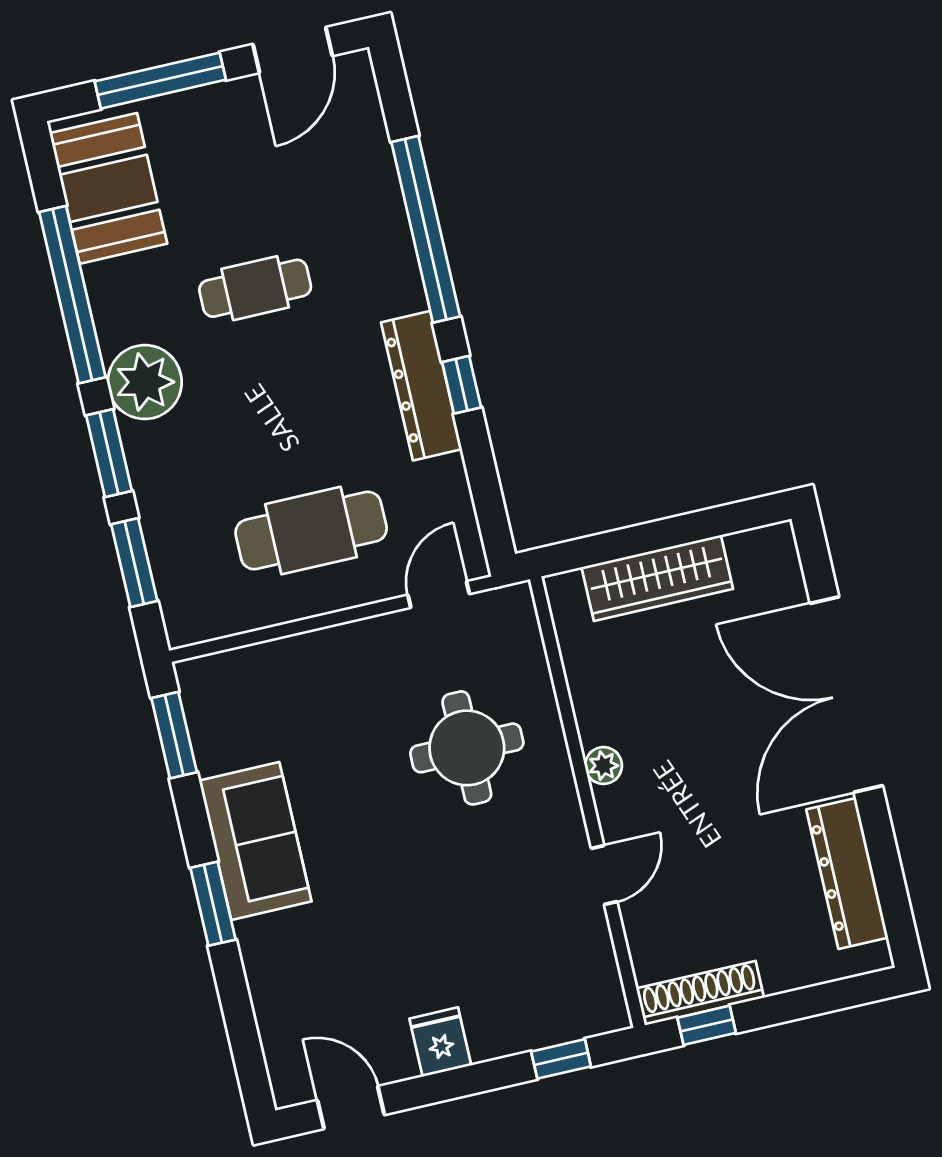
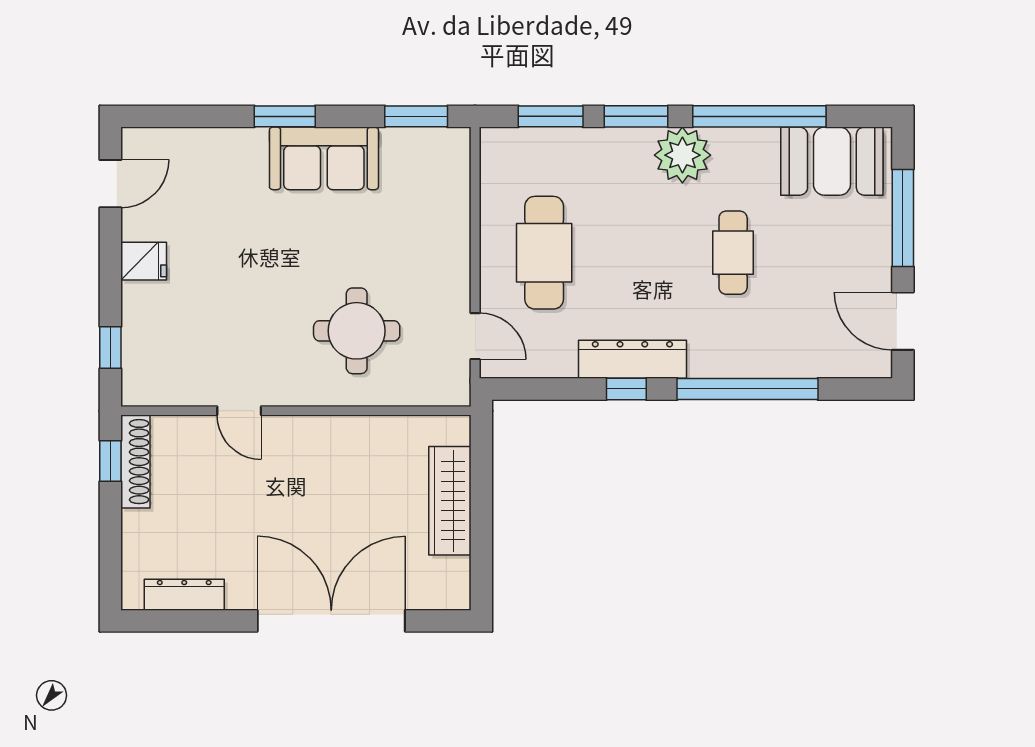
plant: (603, 766) -> (320, 429), removed
dresser: (847, 873) -> (184, 595), width x0.73, depth x0.80

